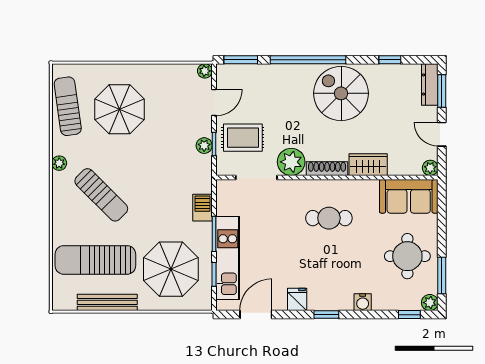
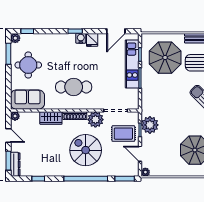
spiral stairs: (341, 93) -> (86, 150), moved, turned 180
door: (214, 103) -> (140, 154), hinge flipped
plant: (204, 146) -> (150, 125), width x1.87, depth x1.87
barbecue: (202, 208) -> (147, 93), removed
cafe table: (329, 218) -> (74, 87), width x1.37, depth x1.35
water cooler: (363, 302) -> (81, 38), moved

